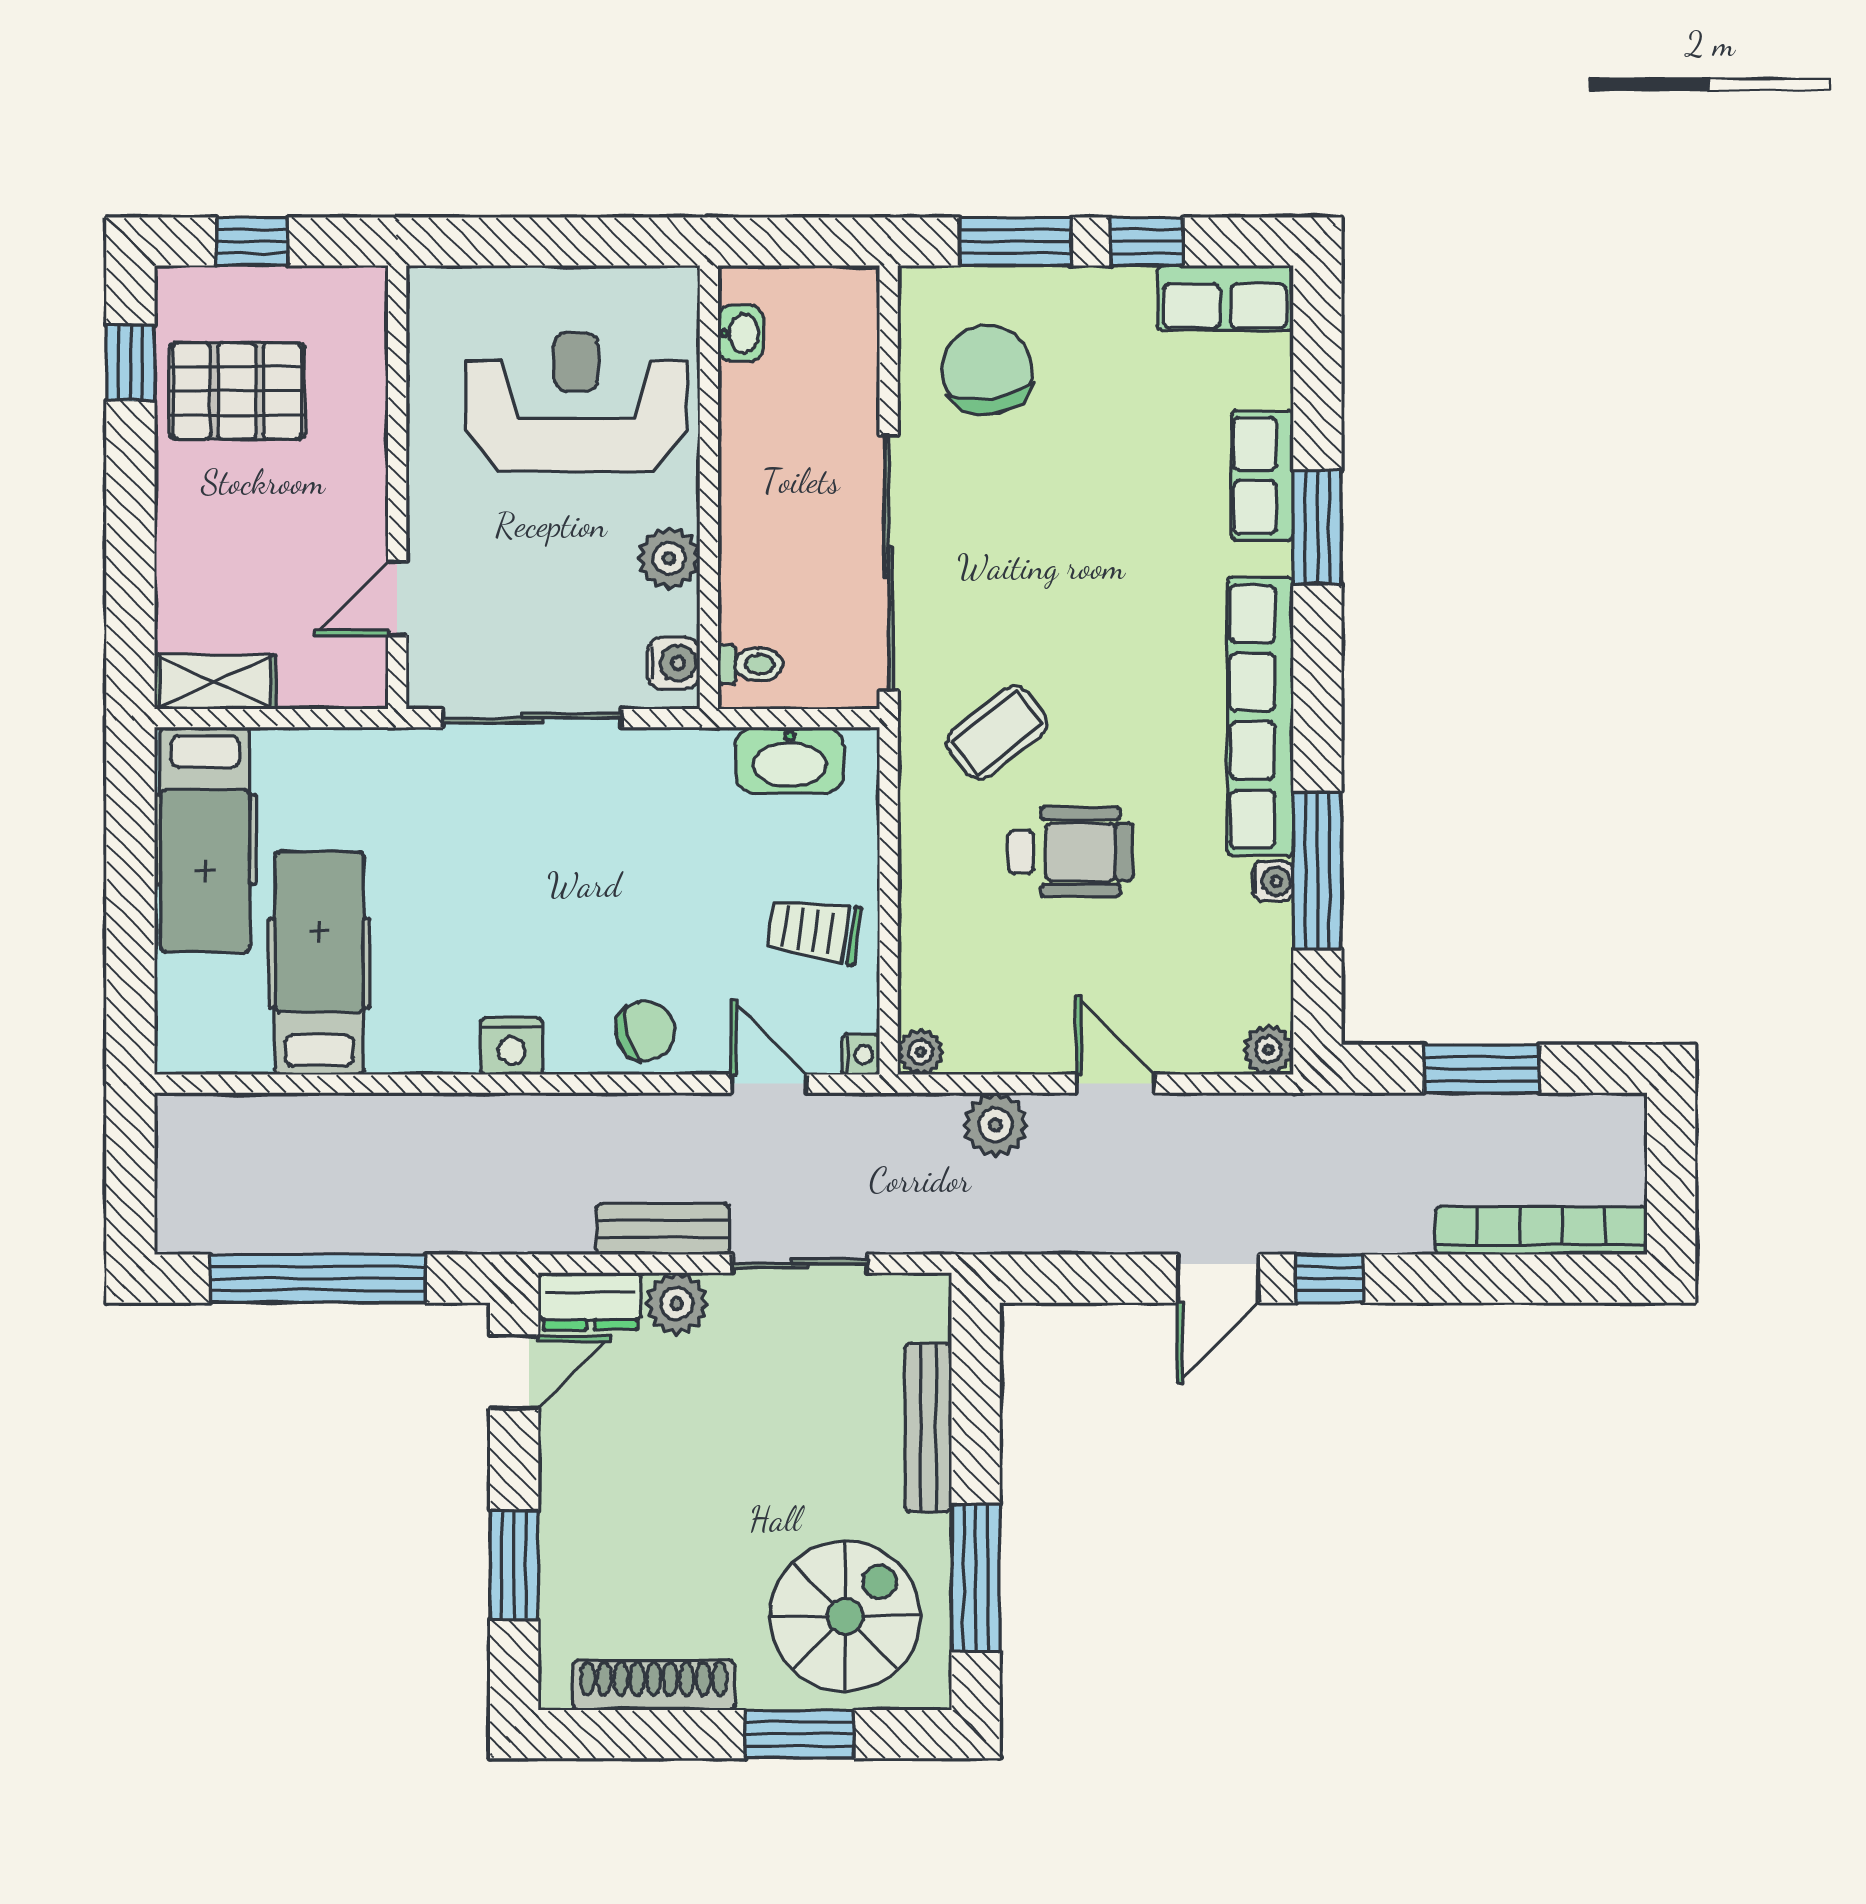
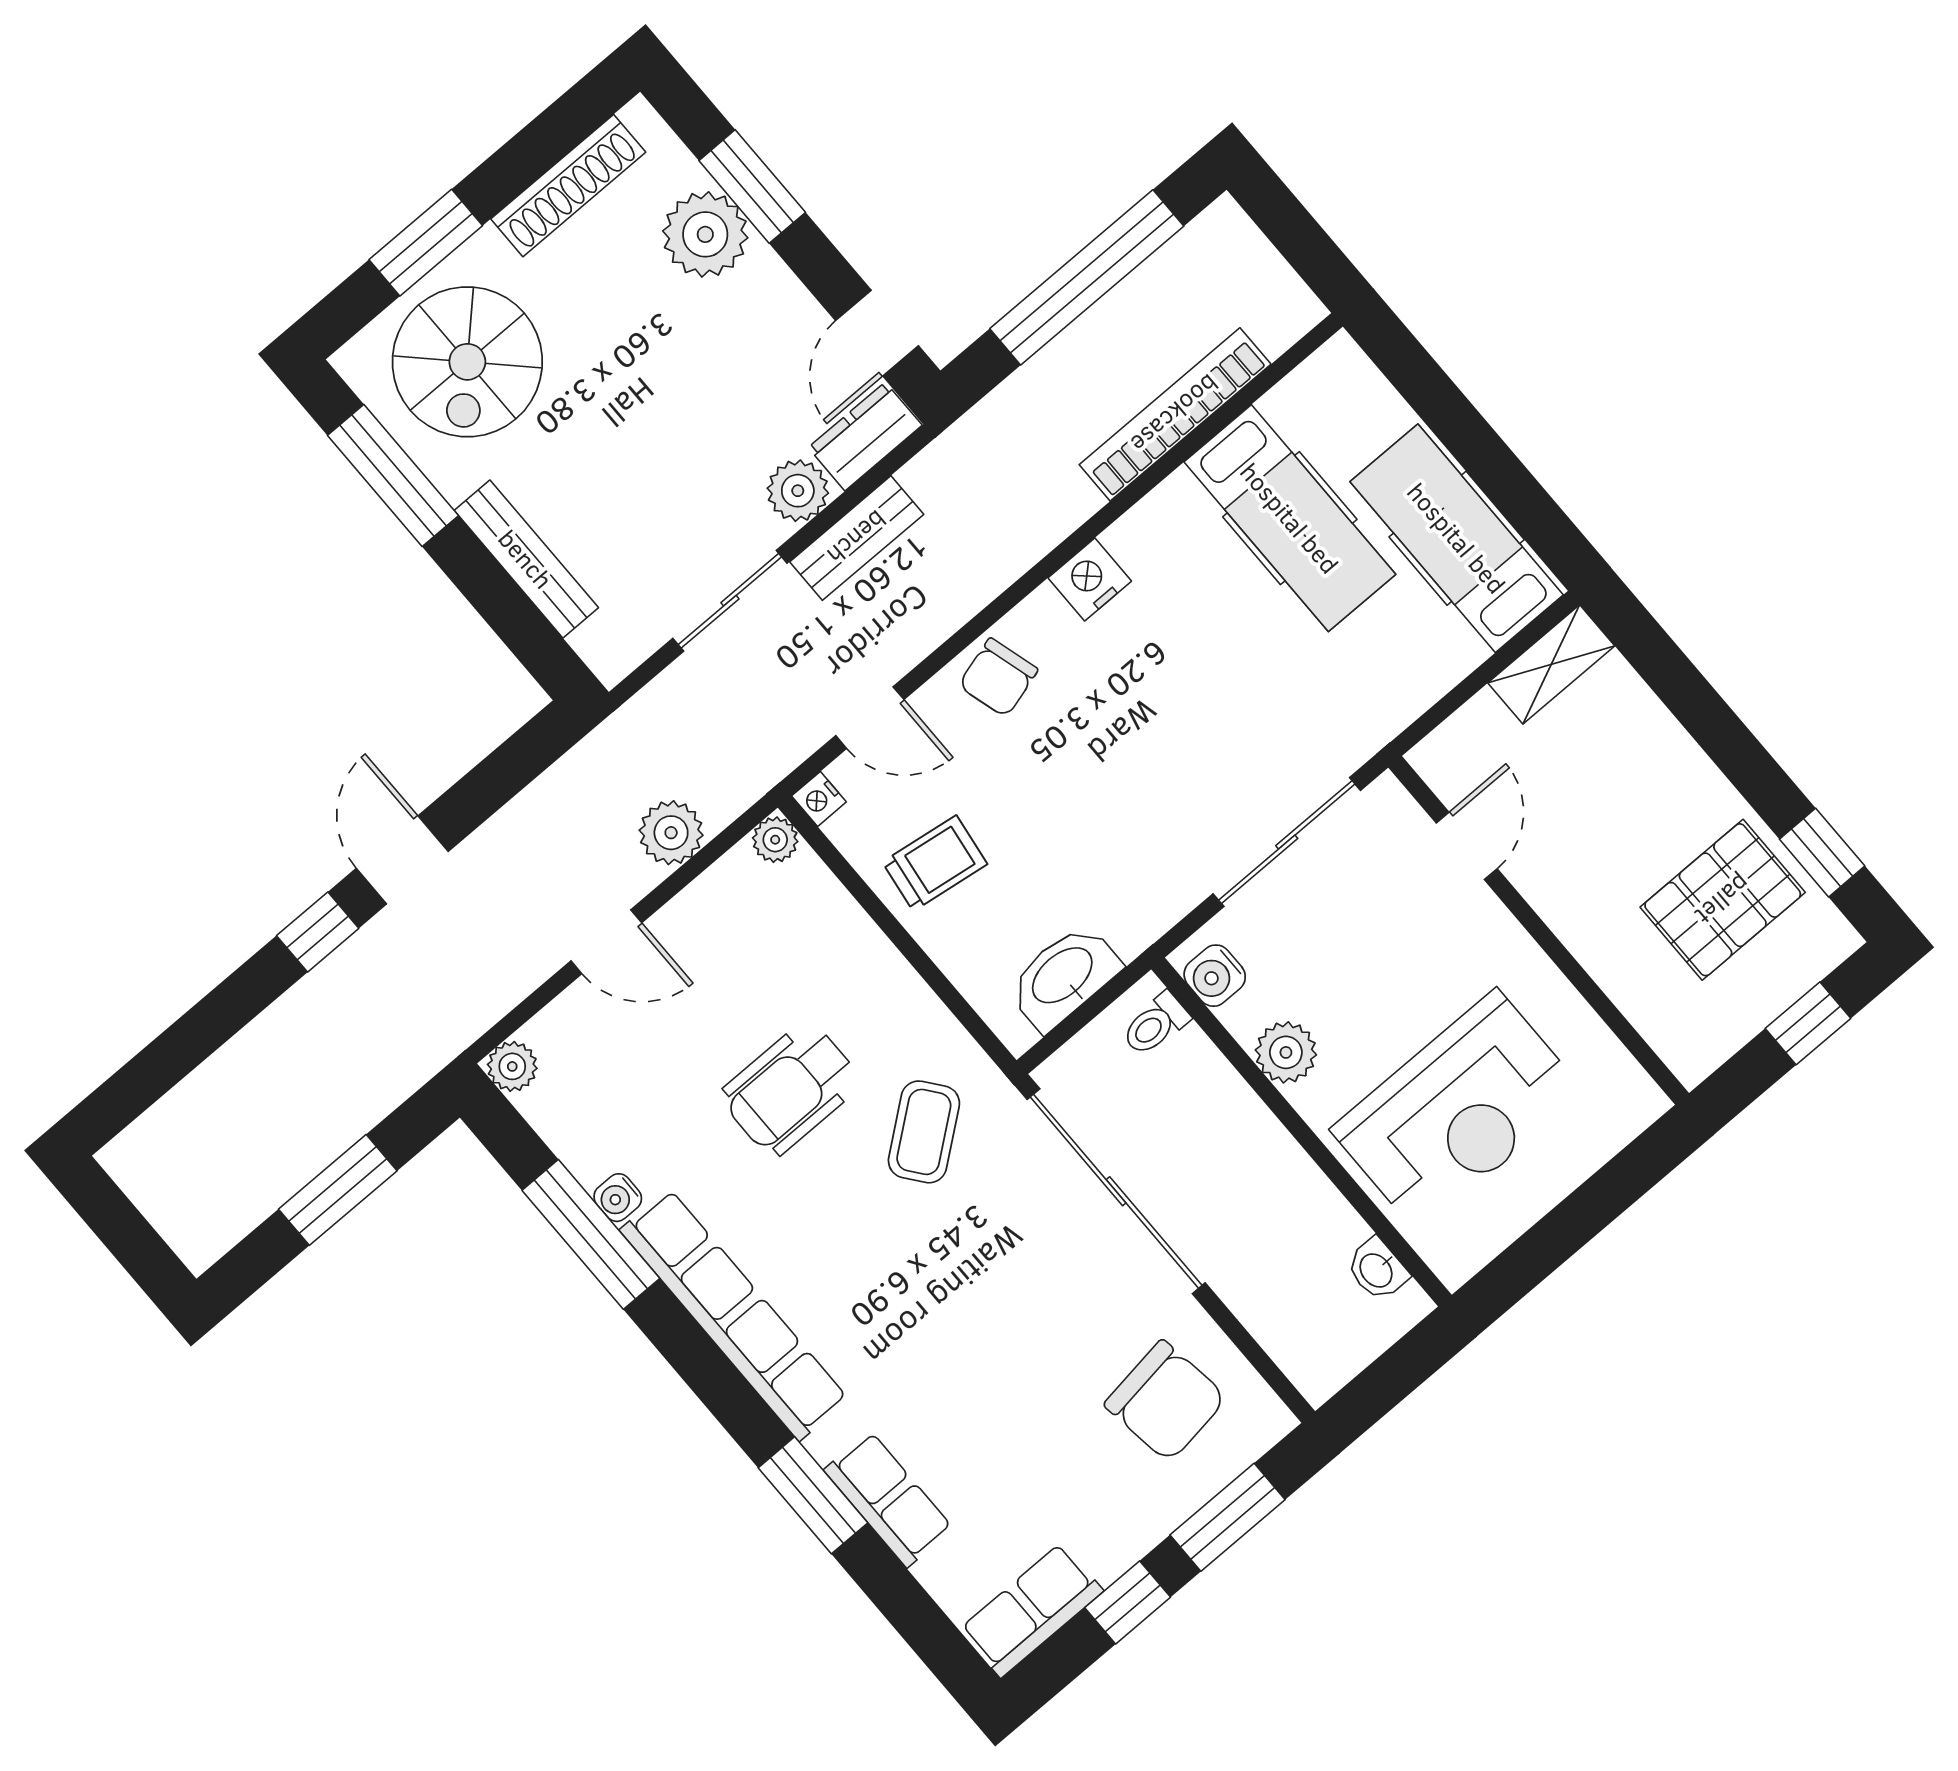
bookcase: (1541, 1231) -> (1175, 414), moved, turned 180
plant: (581, 1559) -> (705, 234), added

